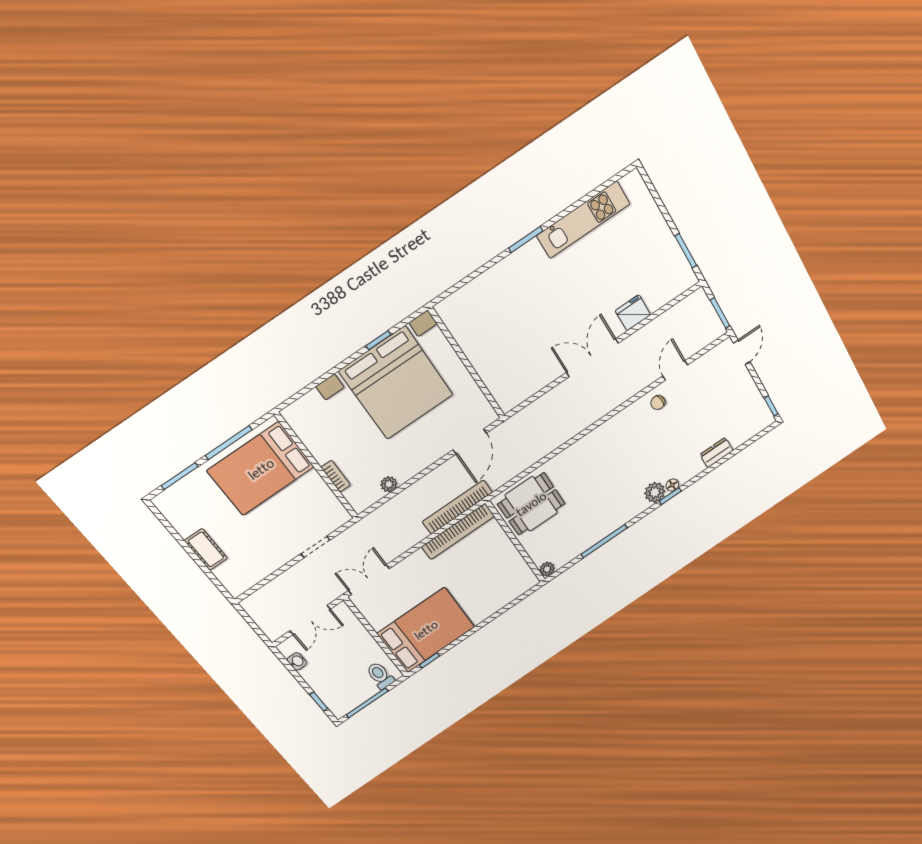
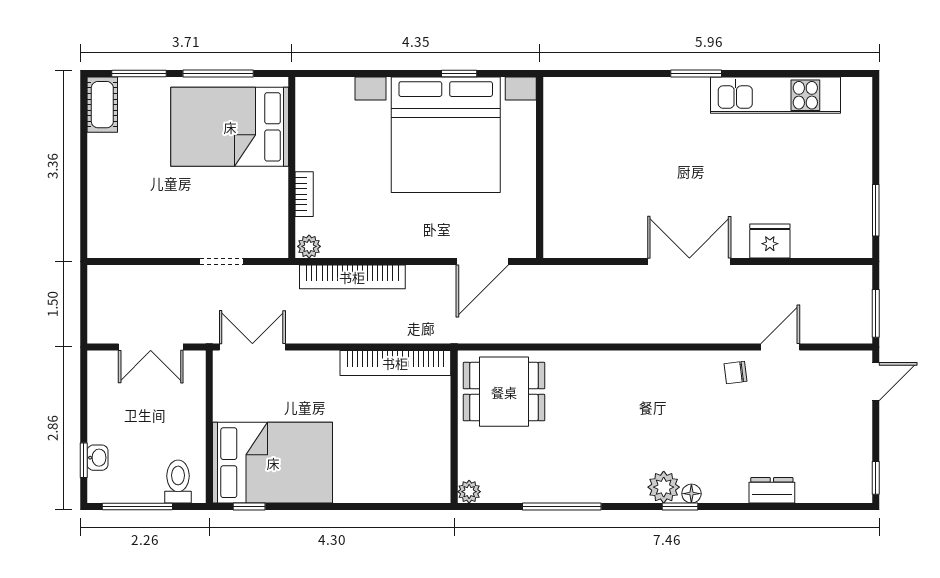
plant: (389, 484) -> (309, 246), moved
bookcase: (457, 507) -> (352, 277), moved, turned 180
cot: (206, 549) -> (102, 105), moved
washbasin: (297, 661) -> (98, 458), moved

